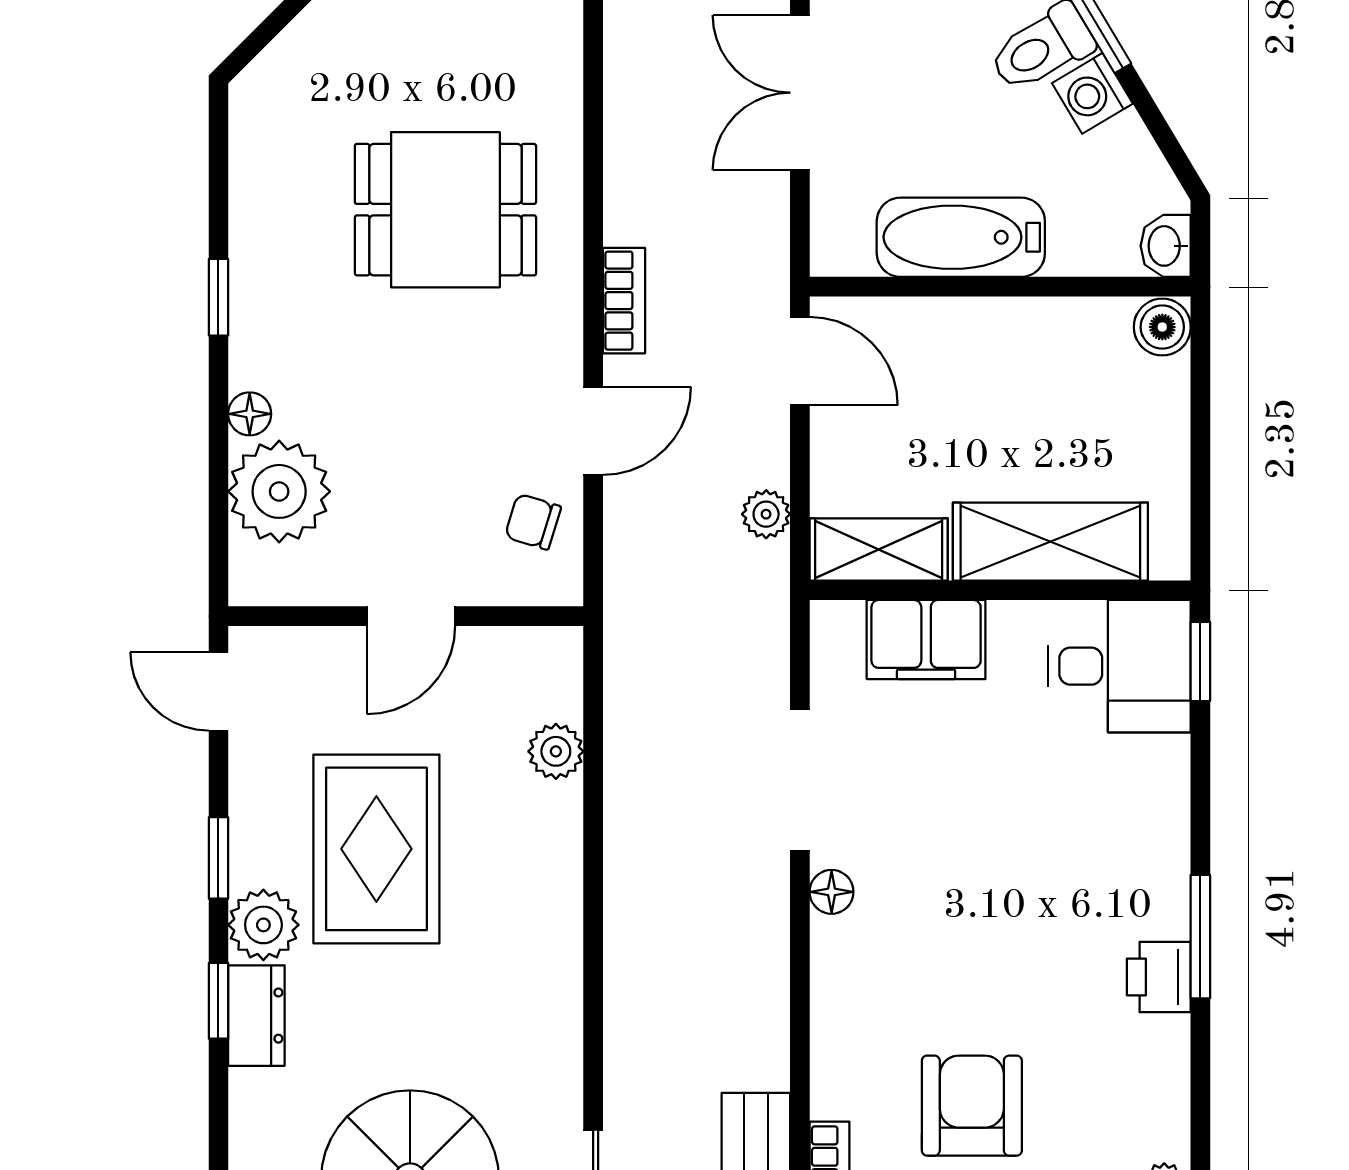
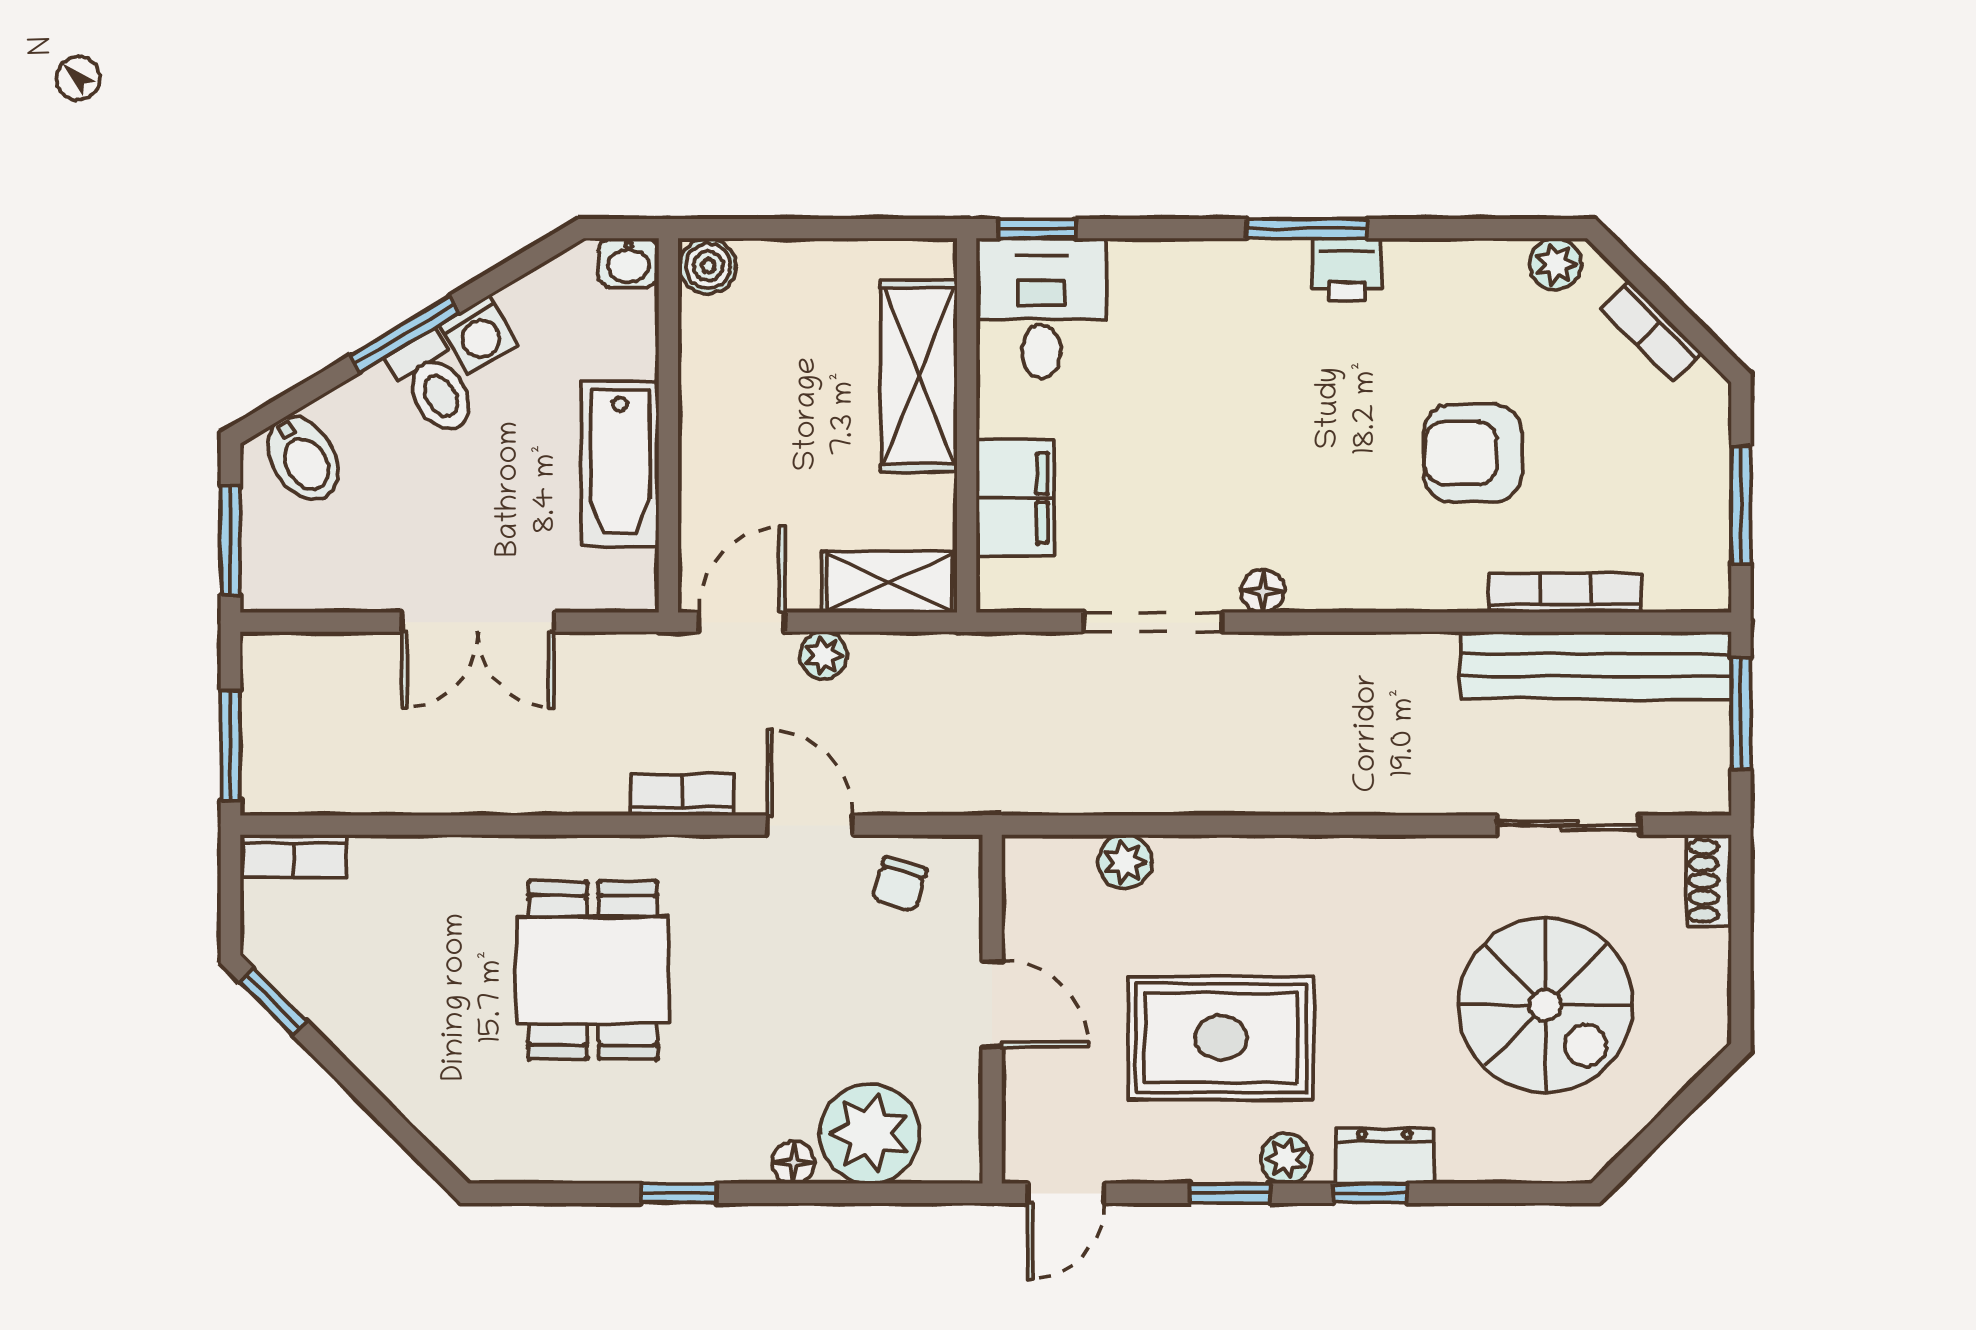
plant: (766, 514) -> (824, 655), moved
shelving: (879, 549) -> (889, 582), moved, turned 90
plant: (263, 925) -> (1286, 1159), width x0.73, depth x0.73

